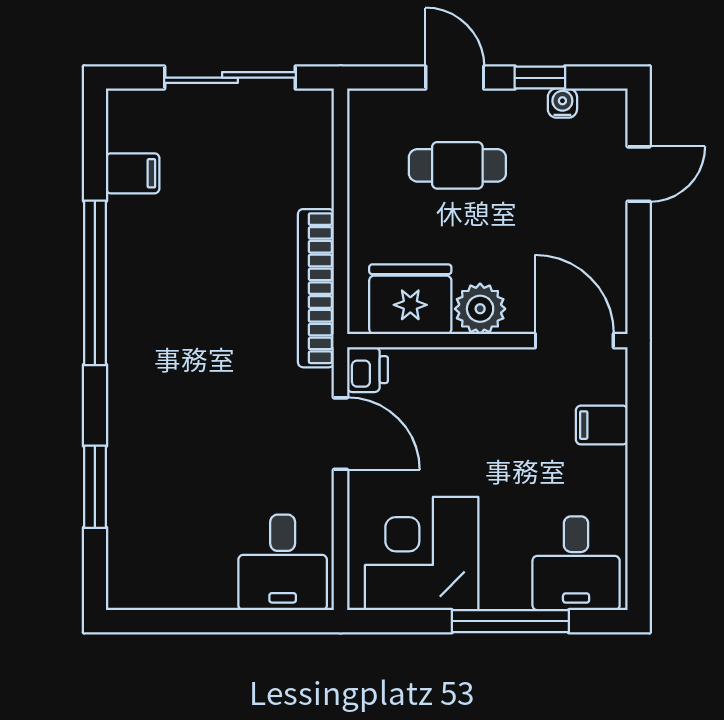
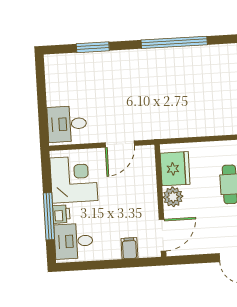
filing cabinet: (133, 173) -> (219, 55), removed
bookcase: (316, 288) -> (177, 131), removed
printer: (367, 370) -> (61, 214), moved, turned -90

